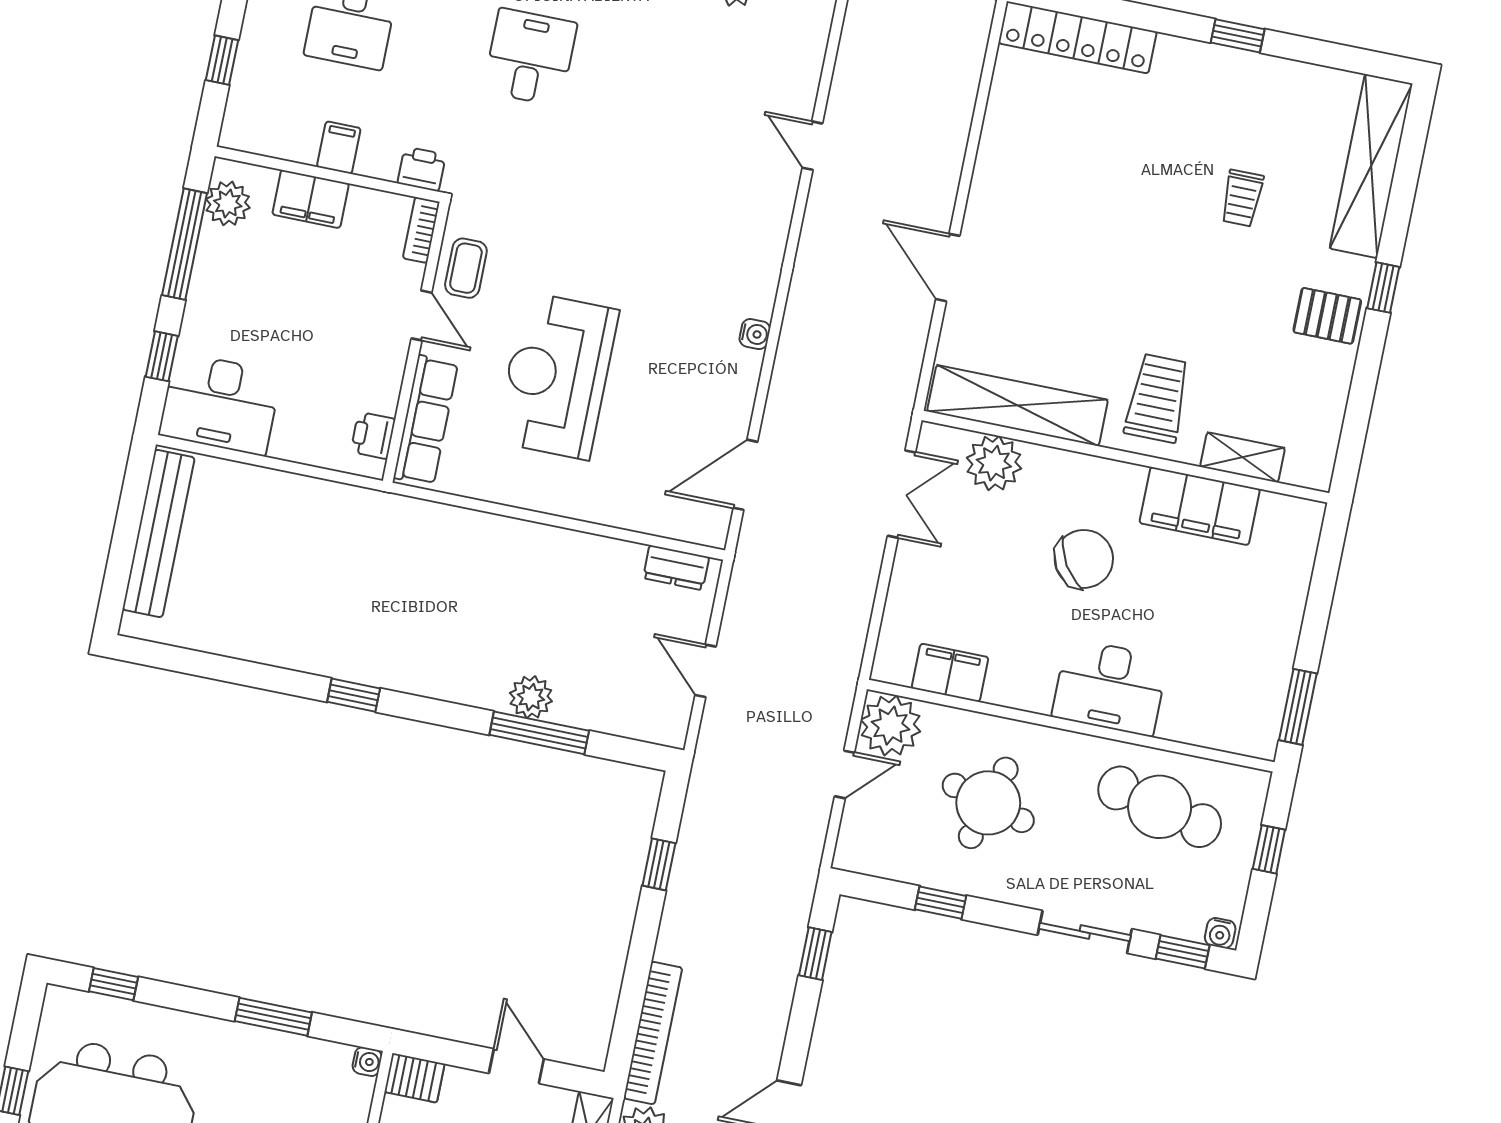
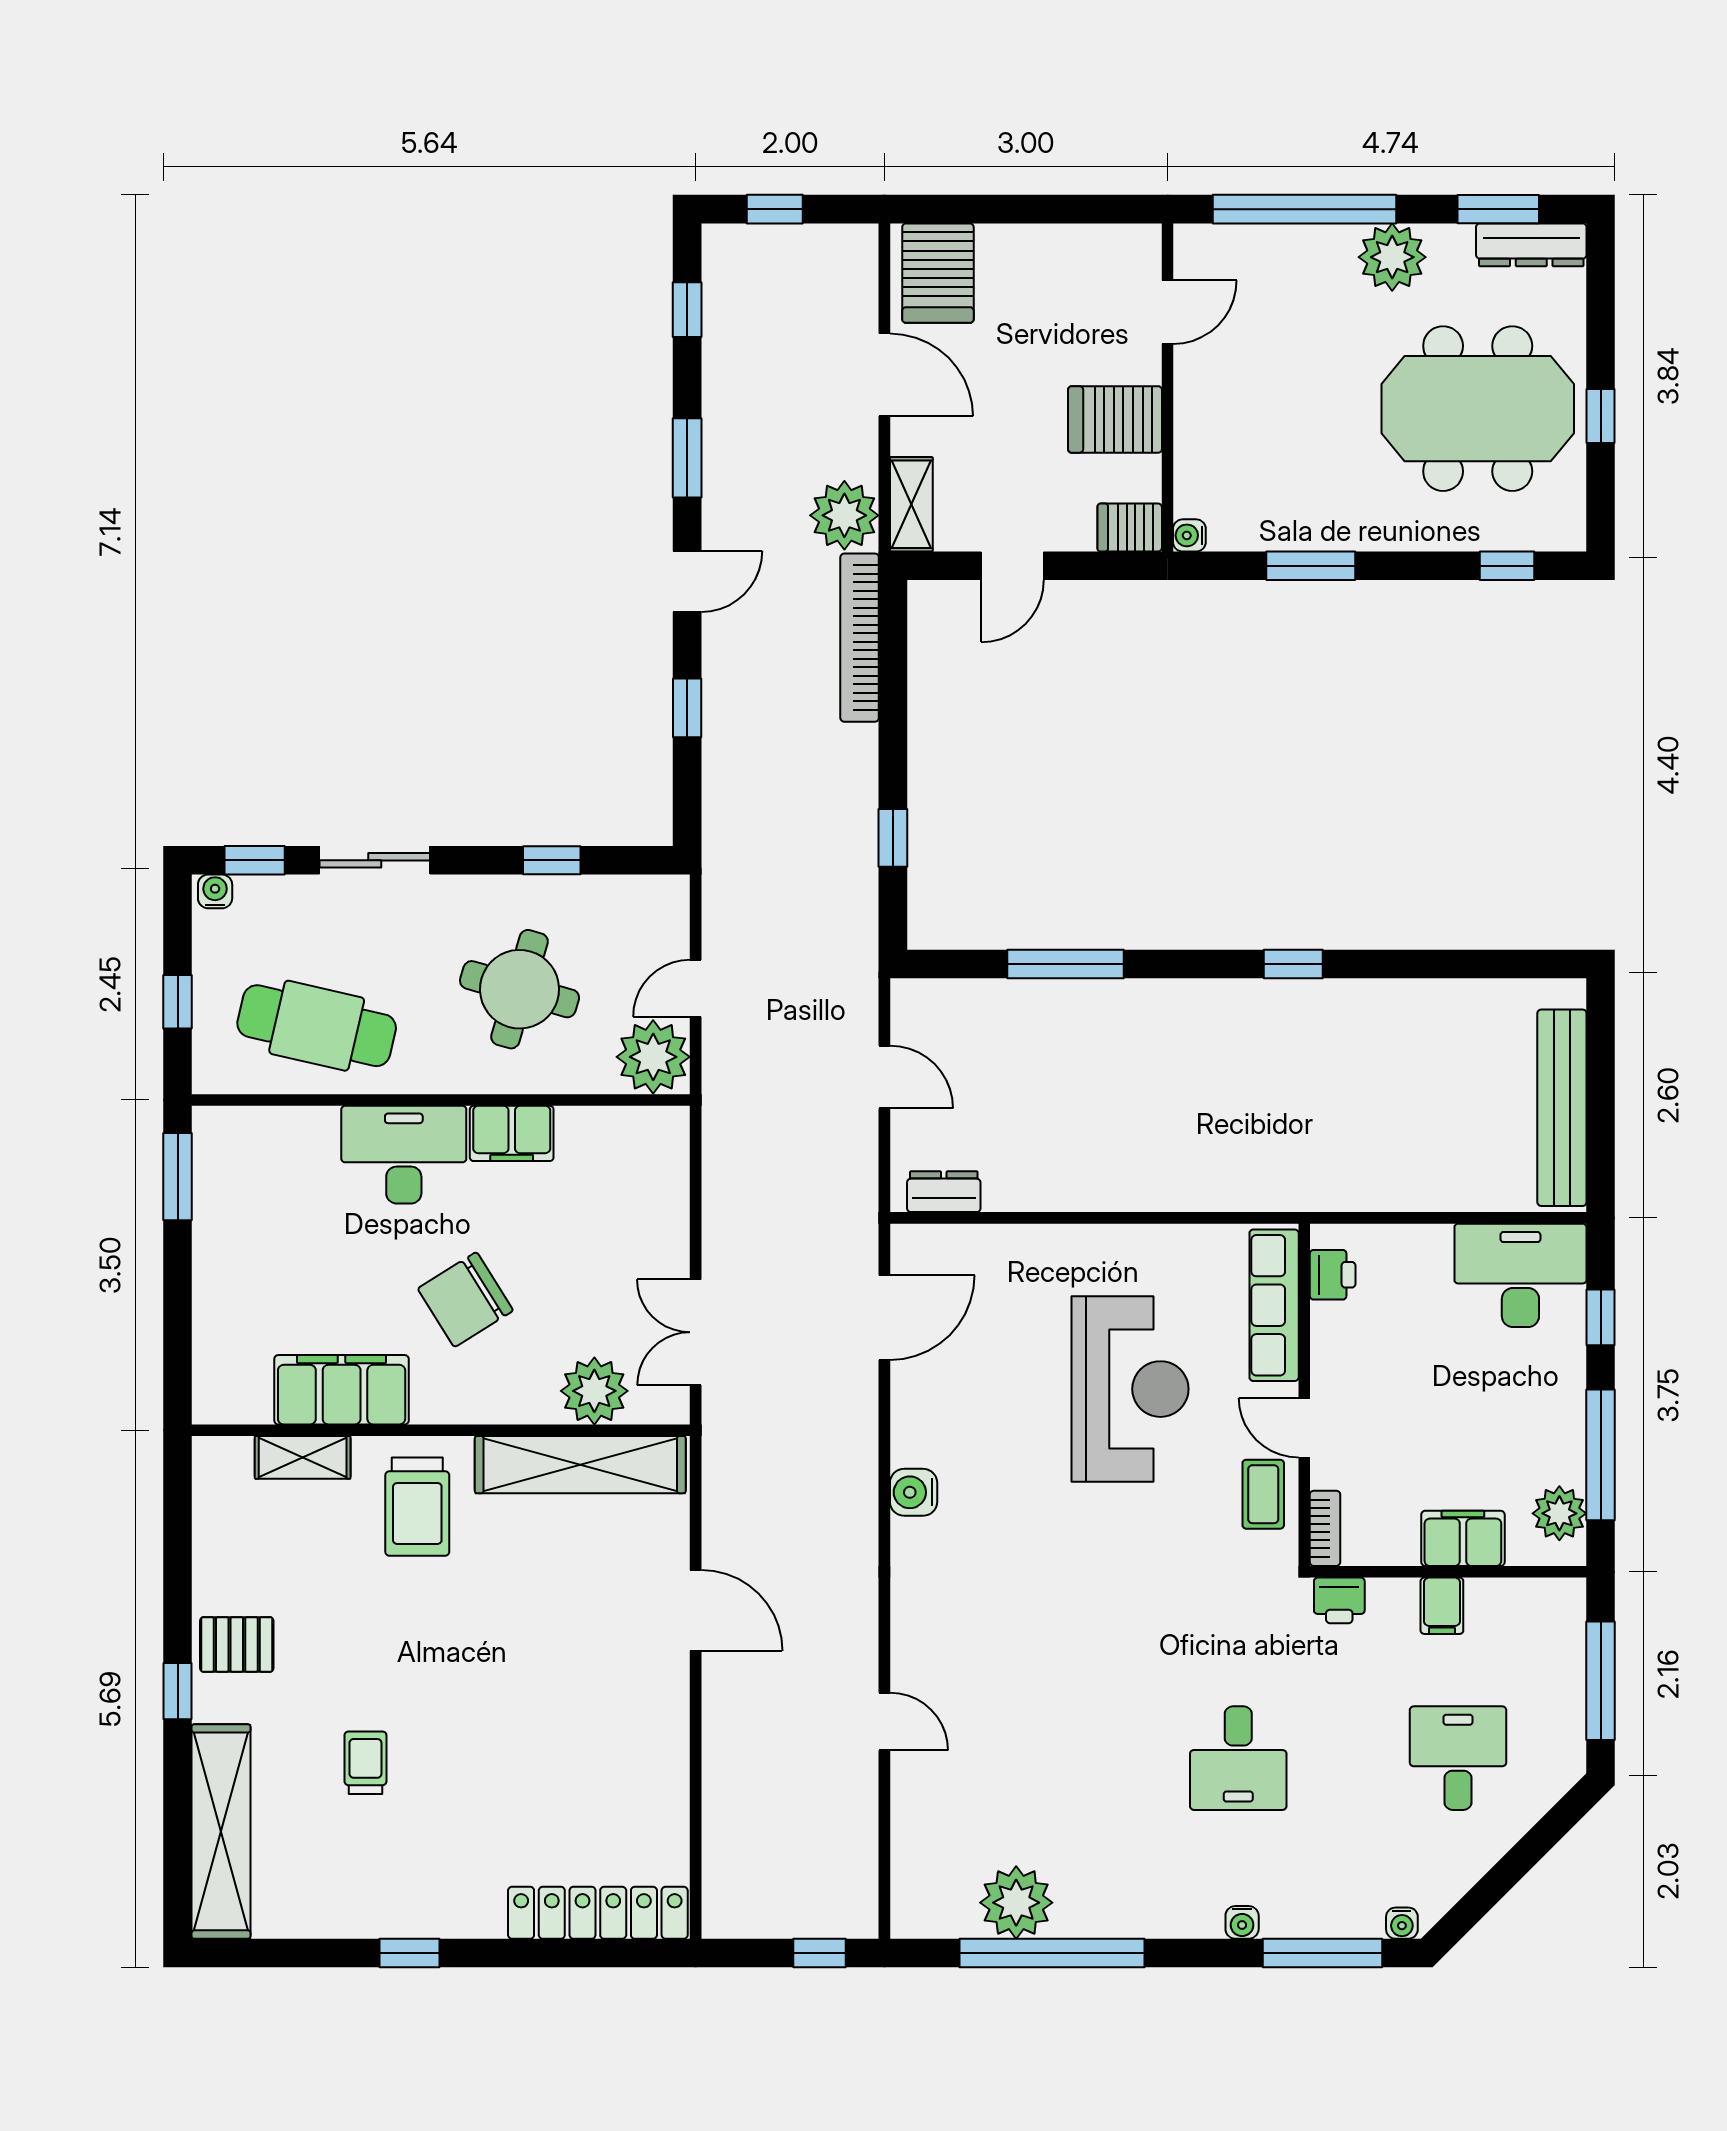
window: (222, 60) -> (1601, 1681), width x2.17
water cooler: (755, 334) -> (914, 1492), width x1.38, depth x1.38
filing cabinet: (950, 673) -> (512, 1133), moved
plant: (531, 697) -> (1084, 1004), removed
window: (815, 954) -> (687, 708), moved
door: (516, 1066) -> (1012, 566), hinge flipped

